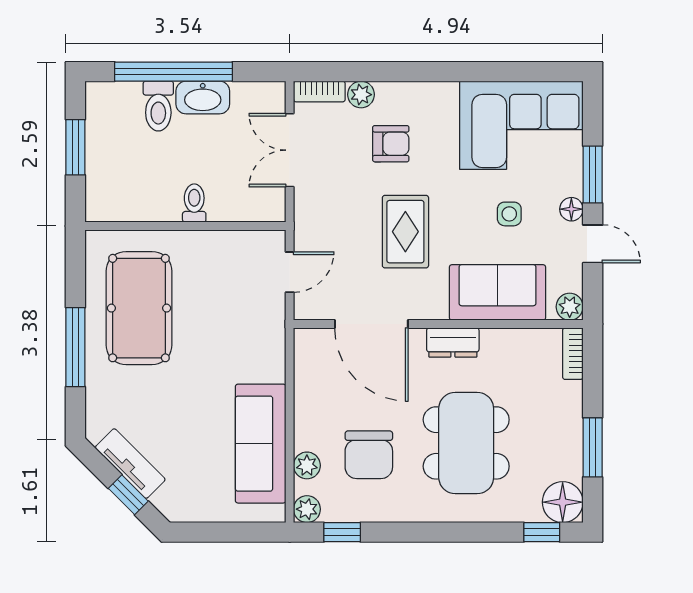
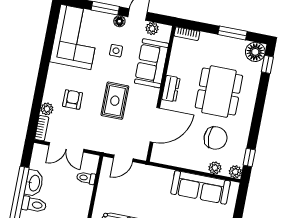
toilet: (194, 203) -> (86, 178), moved
rug: (405, 232) -> (115, 101), turned 90
door: (290, 272) -> (123, 158), swing flipped
plant: (570, 307) -> (152, 28), moved
dining table: (466, 443) -> (219, 92), turned 90

